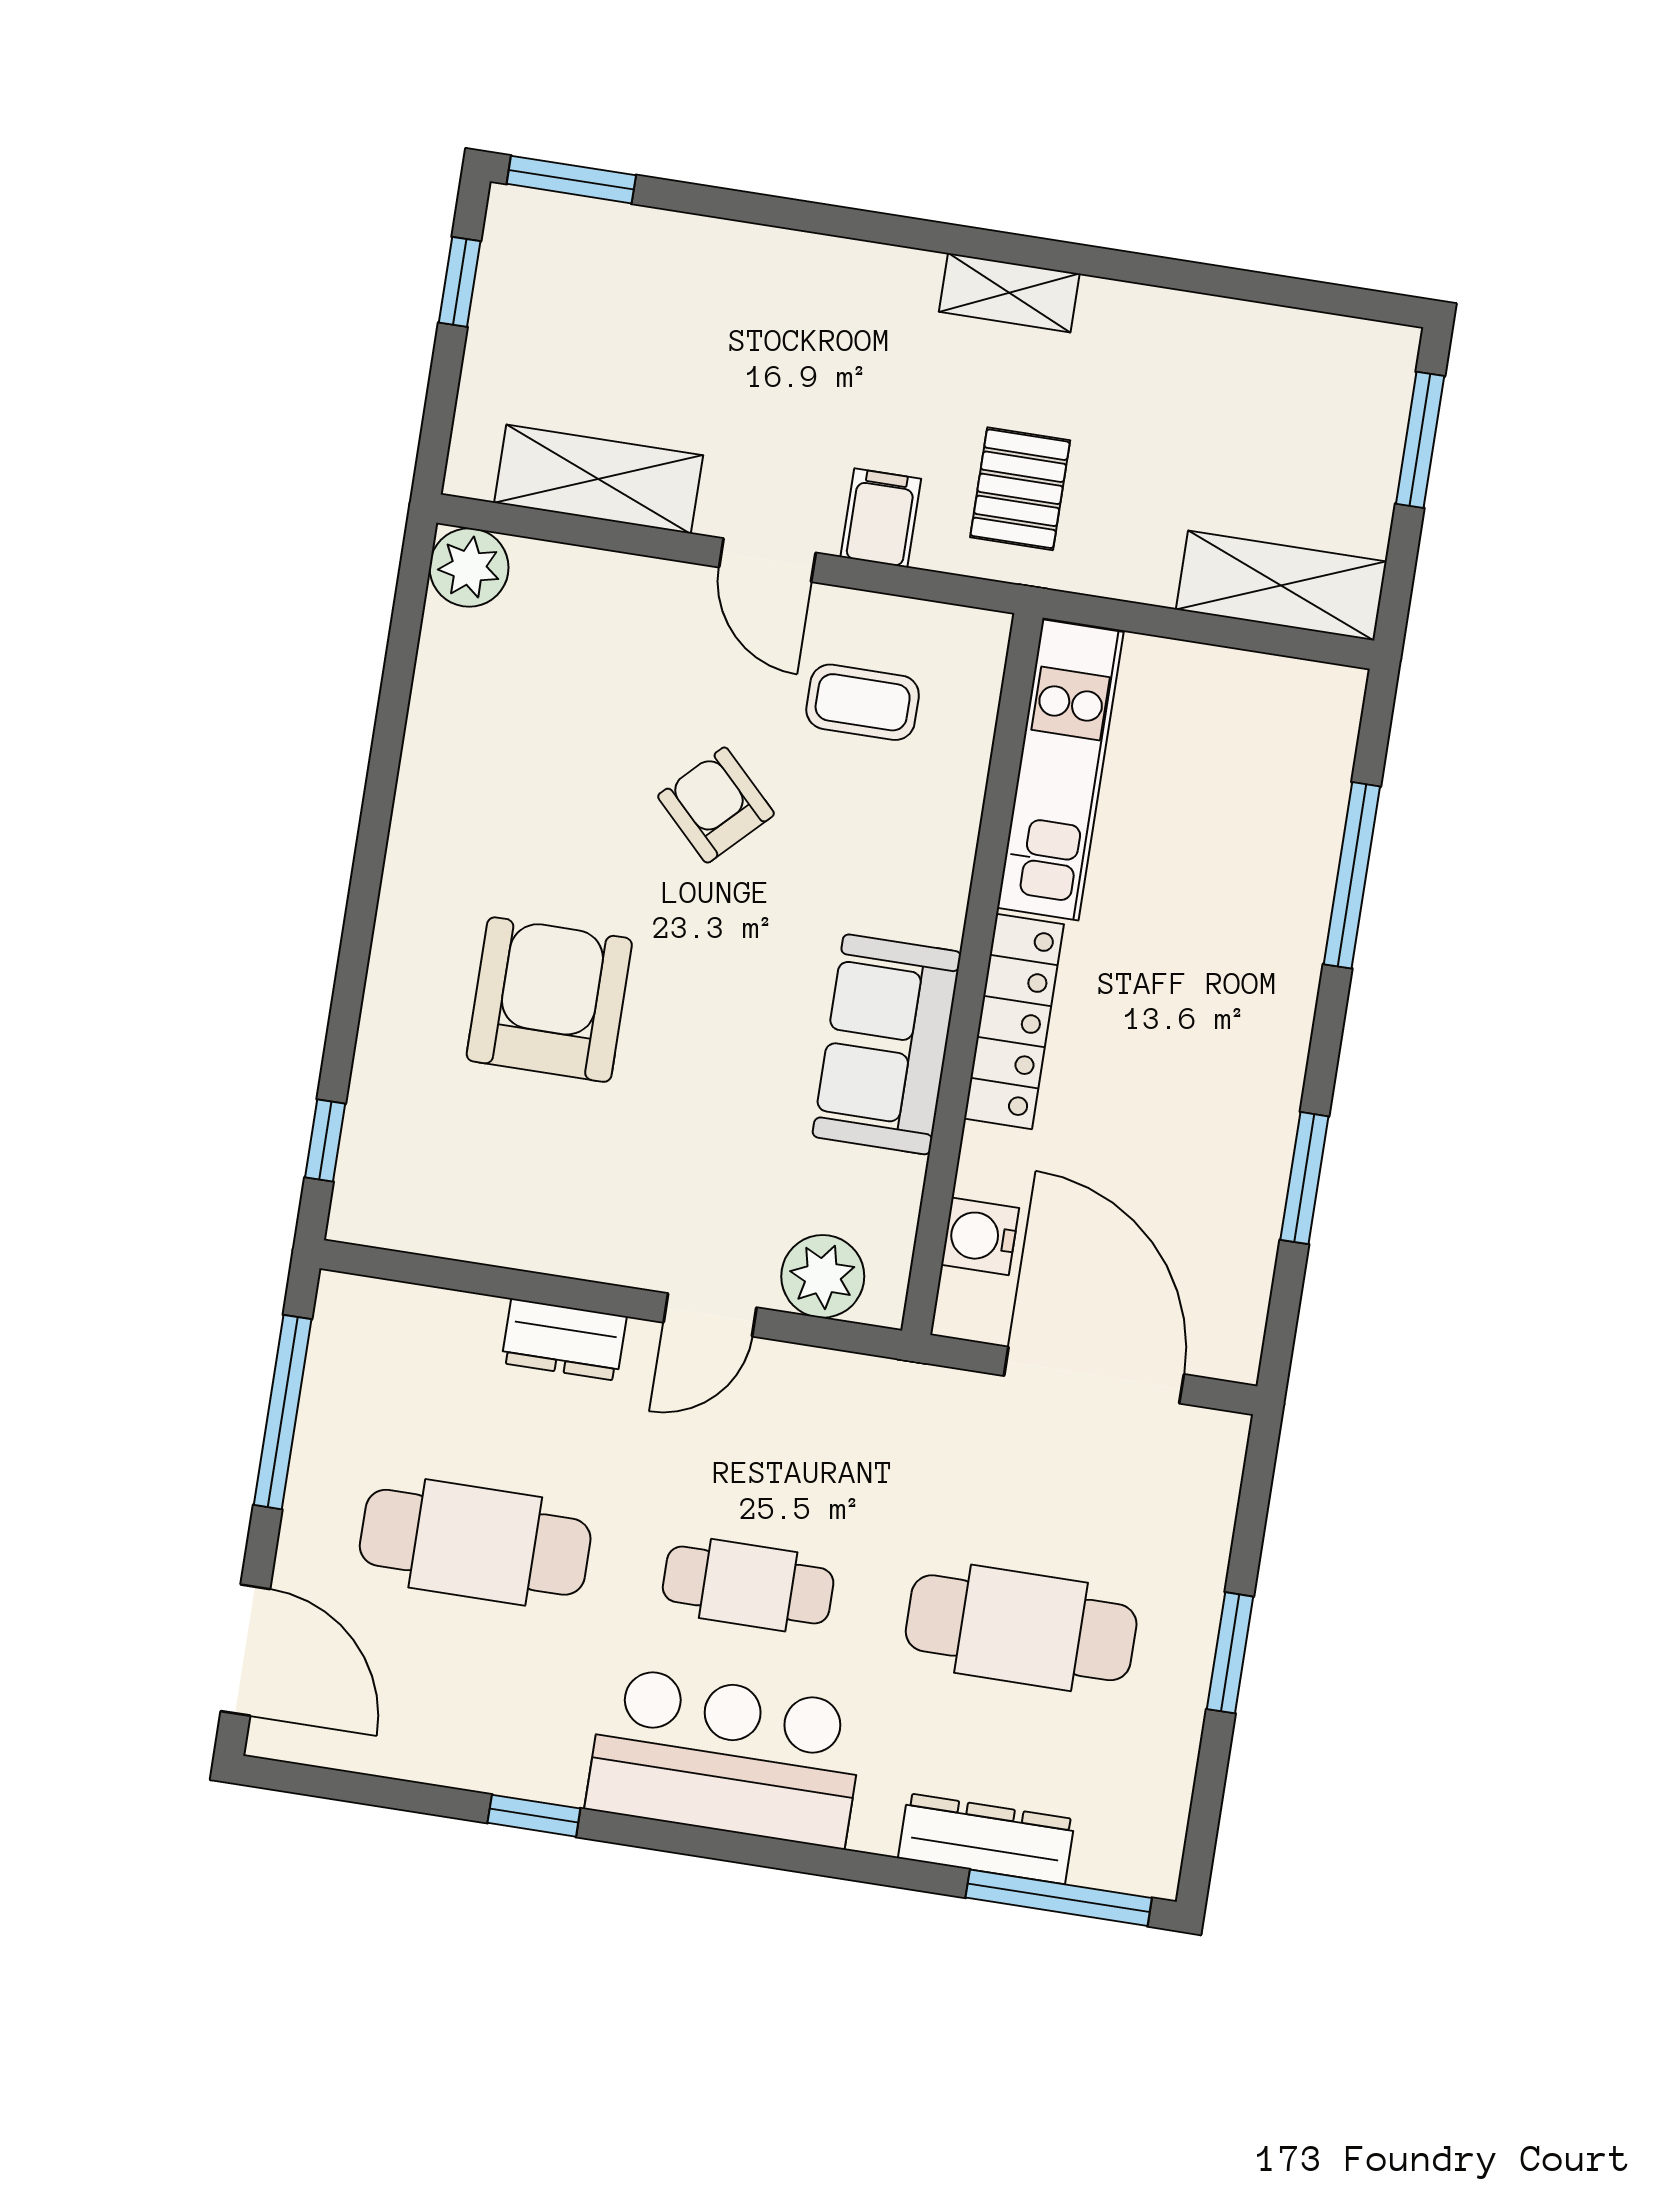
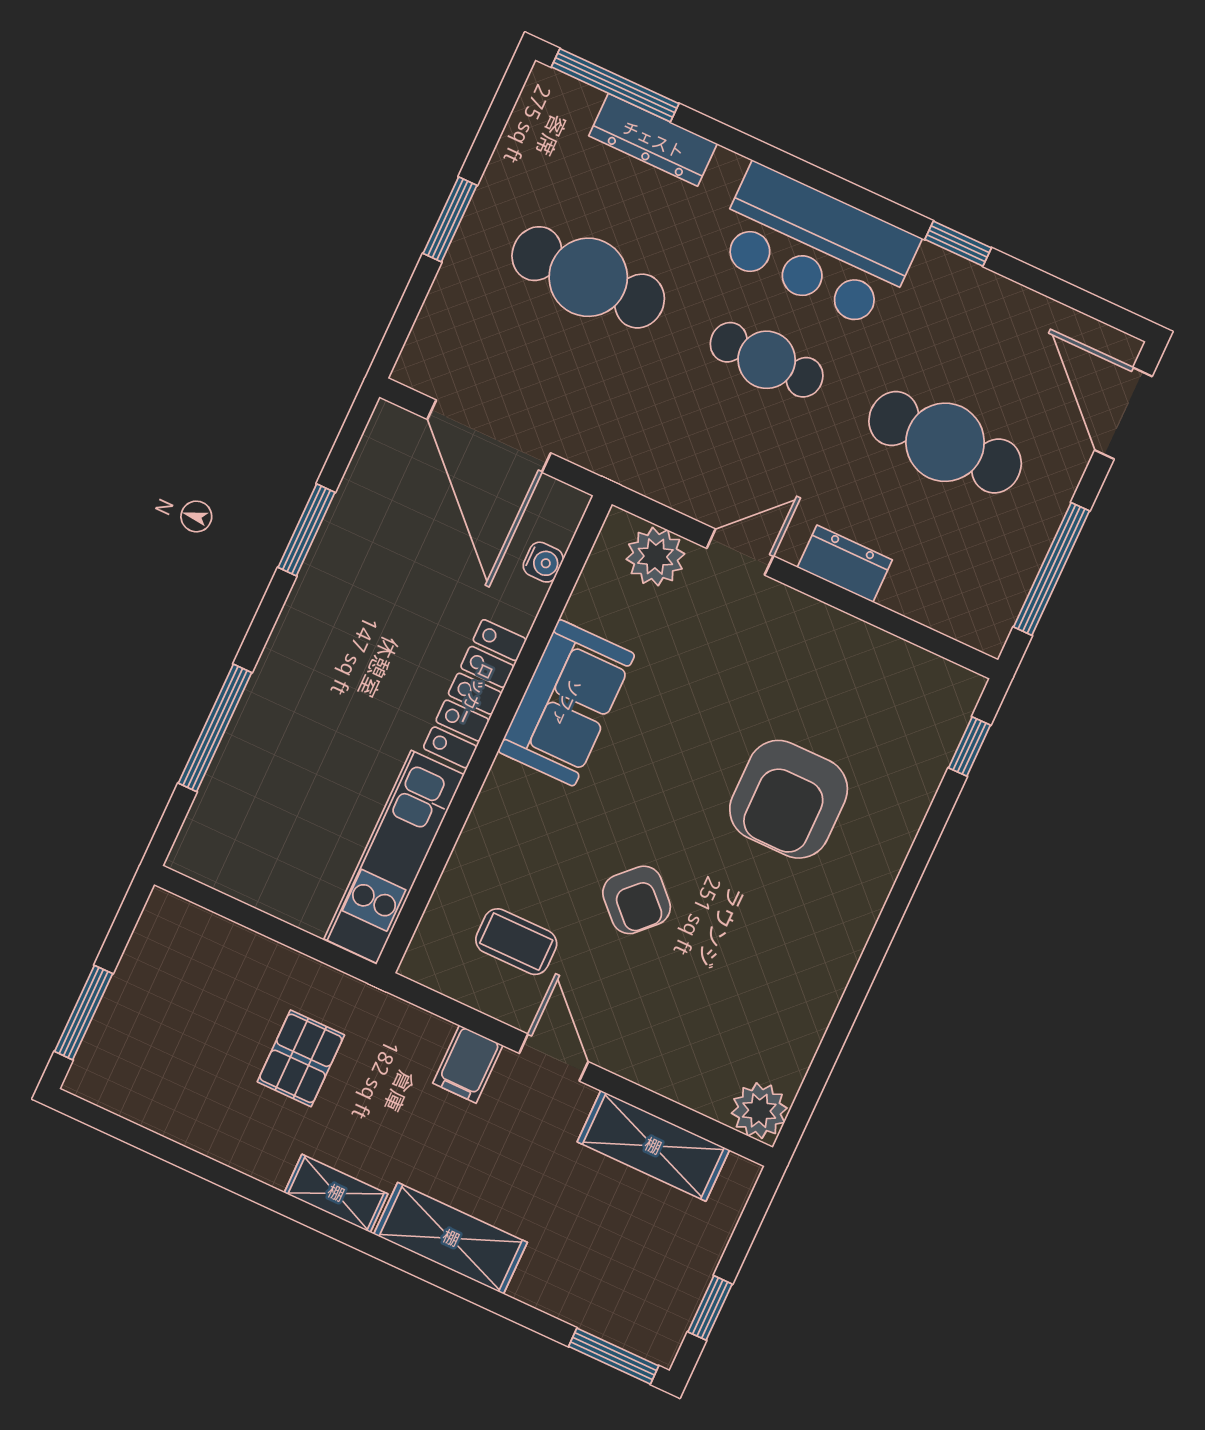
pallet: (1020, 489) -> (301, 1058), moved
shelving: (1281, 586) -> (451, 1238), moved
water cooler: (980, 1236) -> (543, 562), width x0.72, depth x0.72

